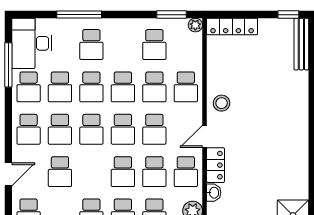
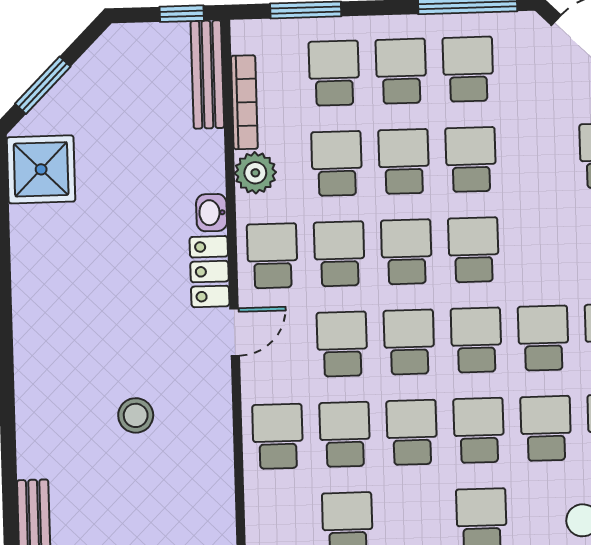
stool: (222, 103) -> (136, 415), moved
school desk: (60, 172) -> (473, 250), moved

